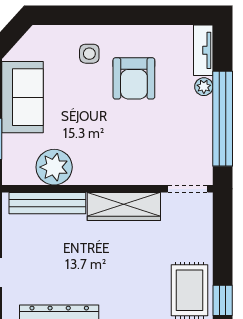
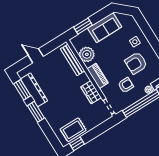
armchair: (166, 127) -> (126, 85), added
piano: (111, 172) -> (98, 76), added
wardrobe: (124, 207) -> (91, 92), width x0.67

